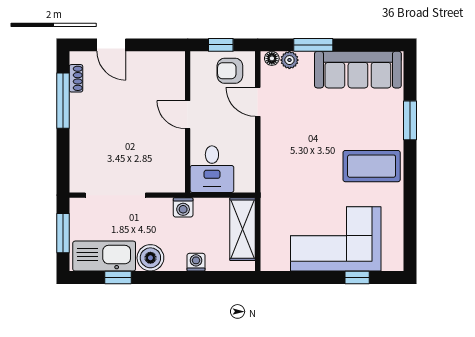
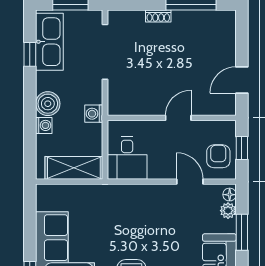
door: (111, 45) -> (242, 80), moved
shoe rack: (76, 78) -> (158, 16), moved
door: (258, 102) -> (190, 182), hinge flipped
desk: (212, 169) -> (127, 158), moved, turned -90
boiler: (150, 258) -> (48, 104), moved

